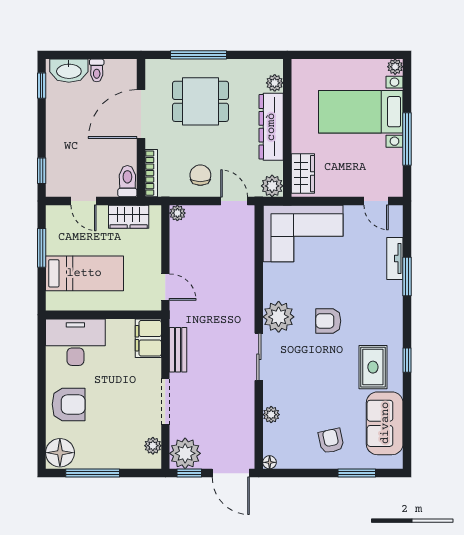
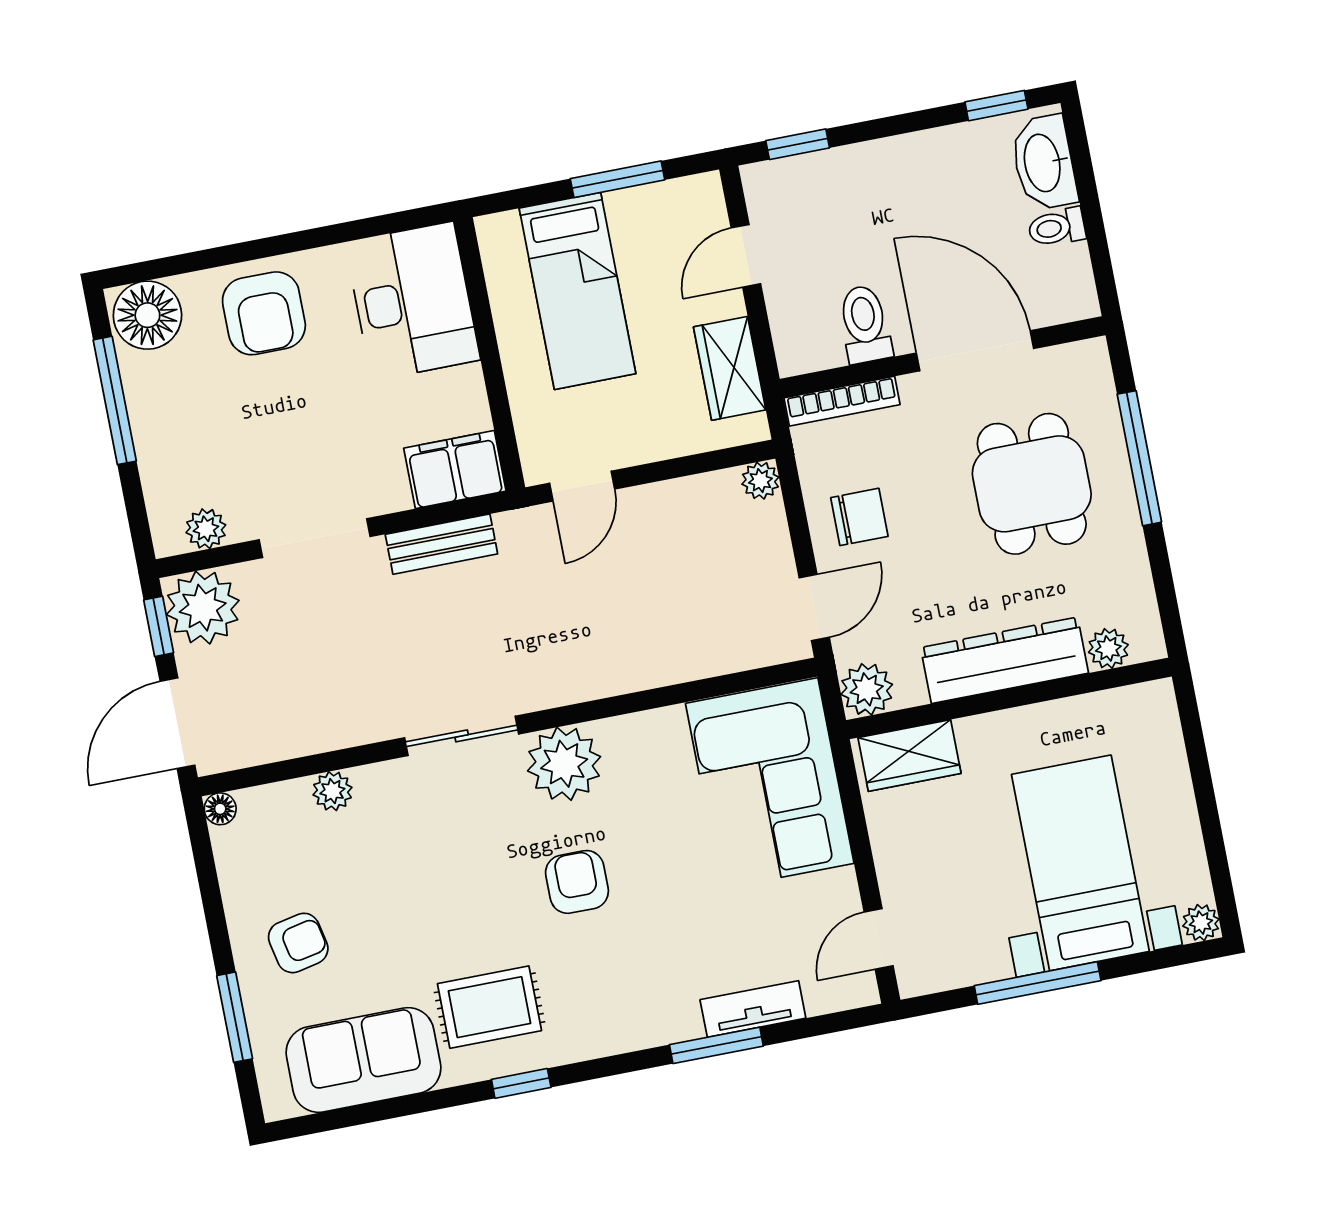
toilet: (127, 181) -> (865, 324), moved, turned -90

